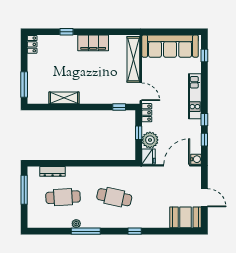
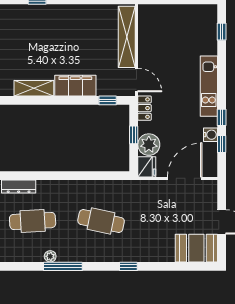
filing cabinet: (93, 43) -> (75, 86), moved, turned 180
sofa: (170, 46) -> (176, 19), removed
water cooler: (196, 159) -> (210, 135), moved

